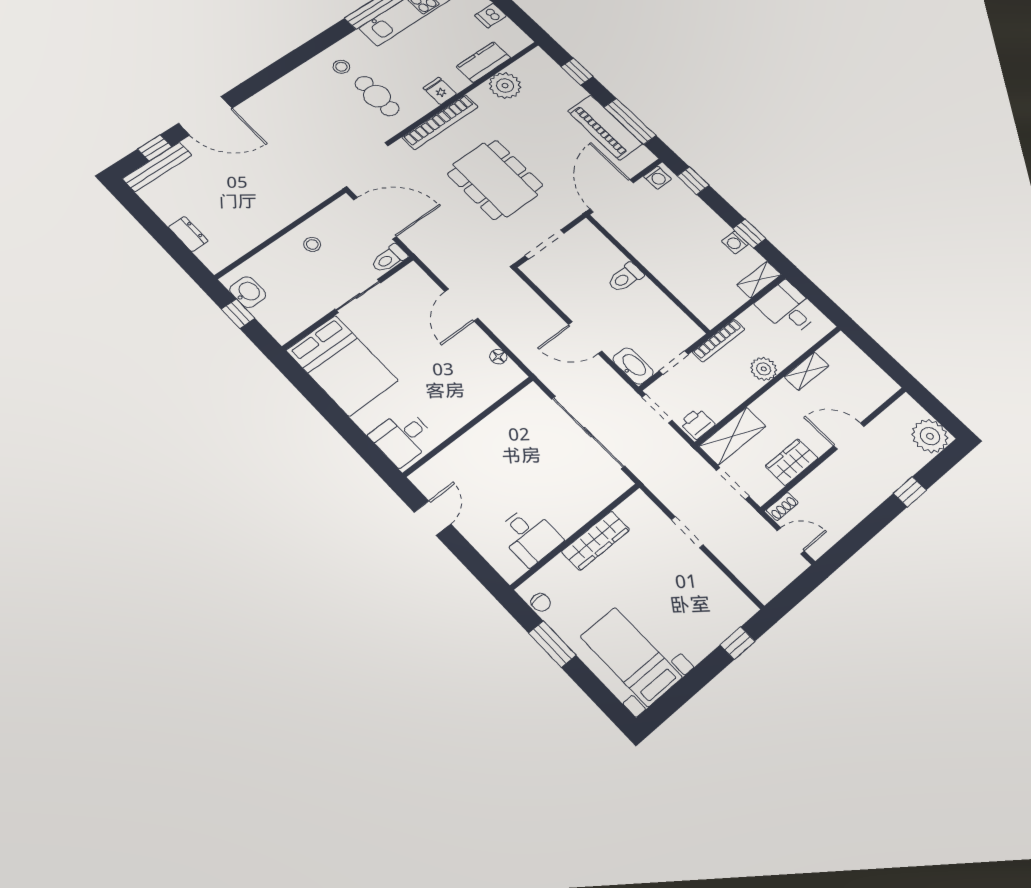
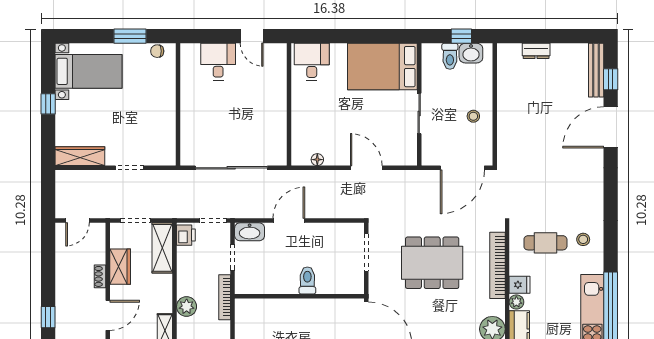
plant: (459, 83) -> (516, 302), added
toilet: (389, 259) -> (450, 56), moved, turned 180
shoe rack: (782, 506) -> (100, 276), moved
desk: (529, 536) -> (218, 62), moved, turned 90
wardrobe: (596, 541) -> (80, 156), moved, turned 90
window: (737, 643) -> (48, 104), moved

